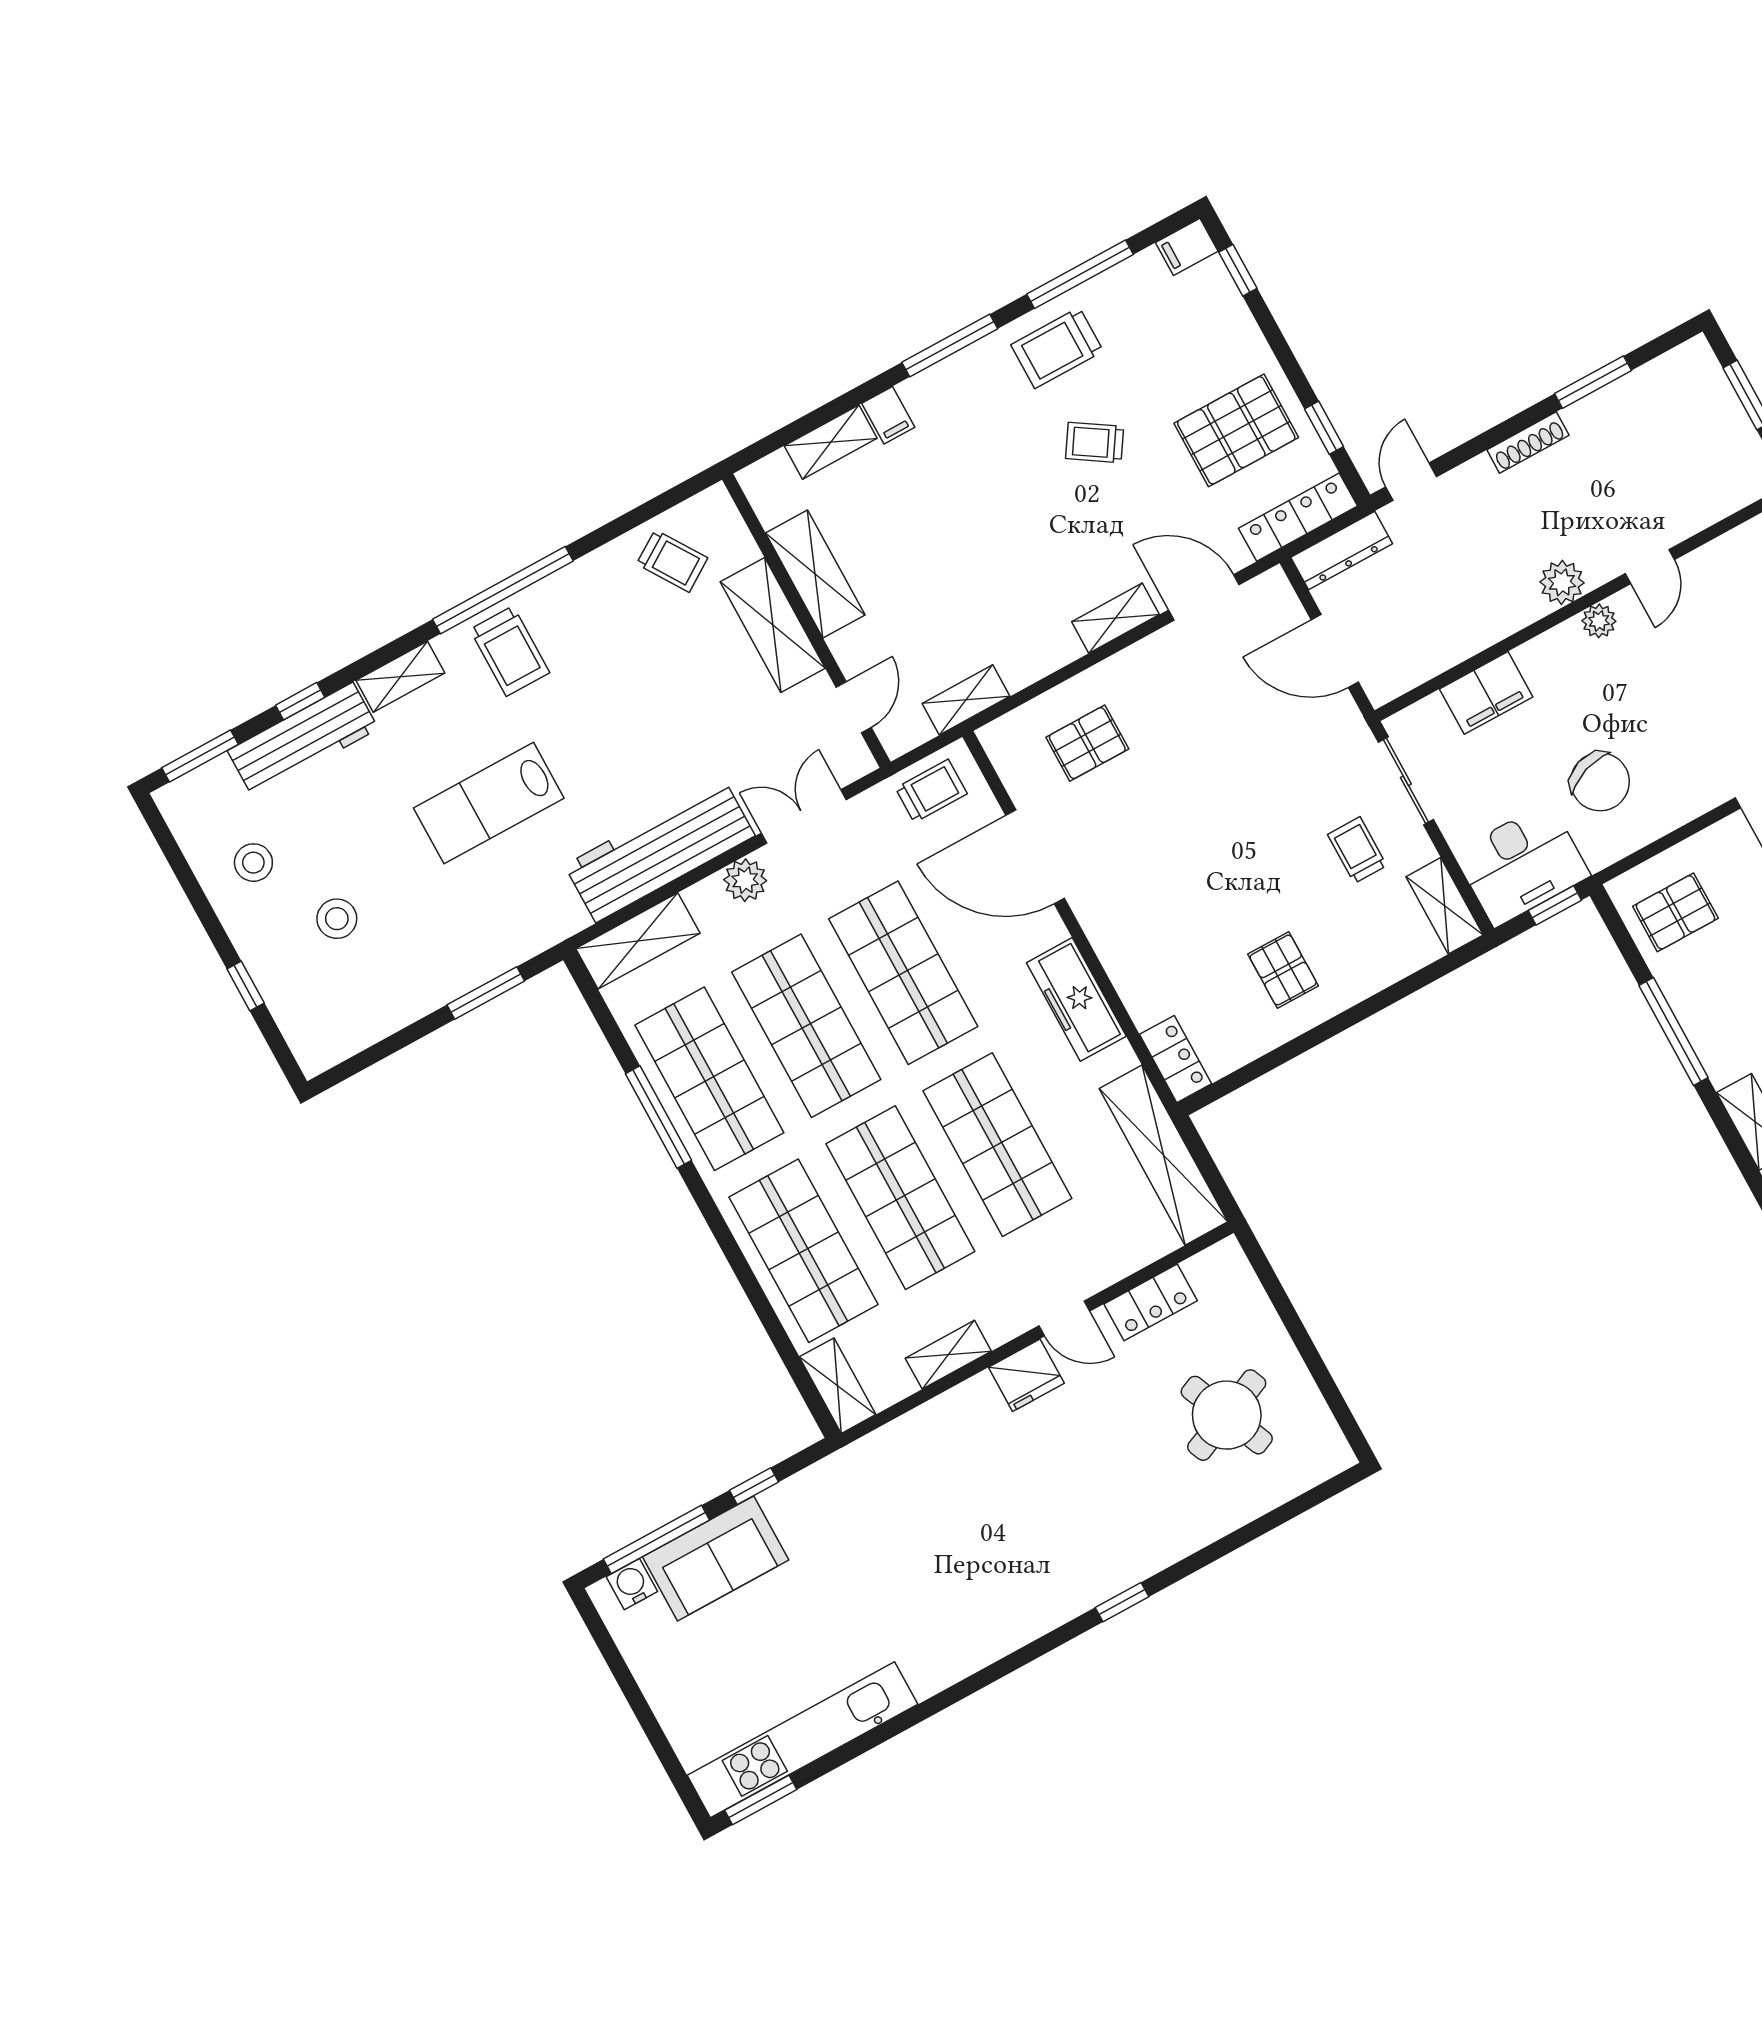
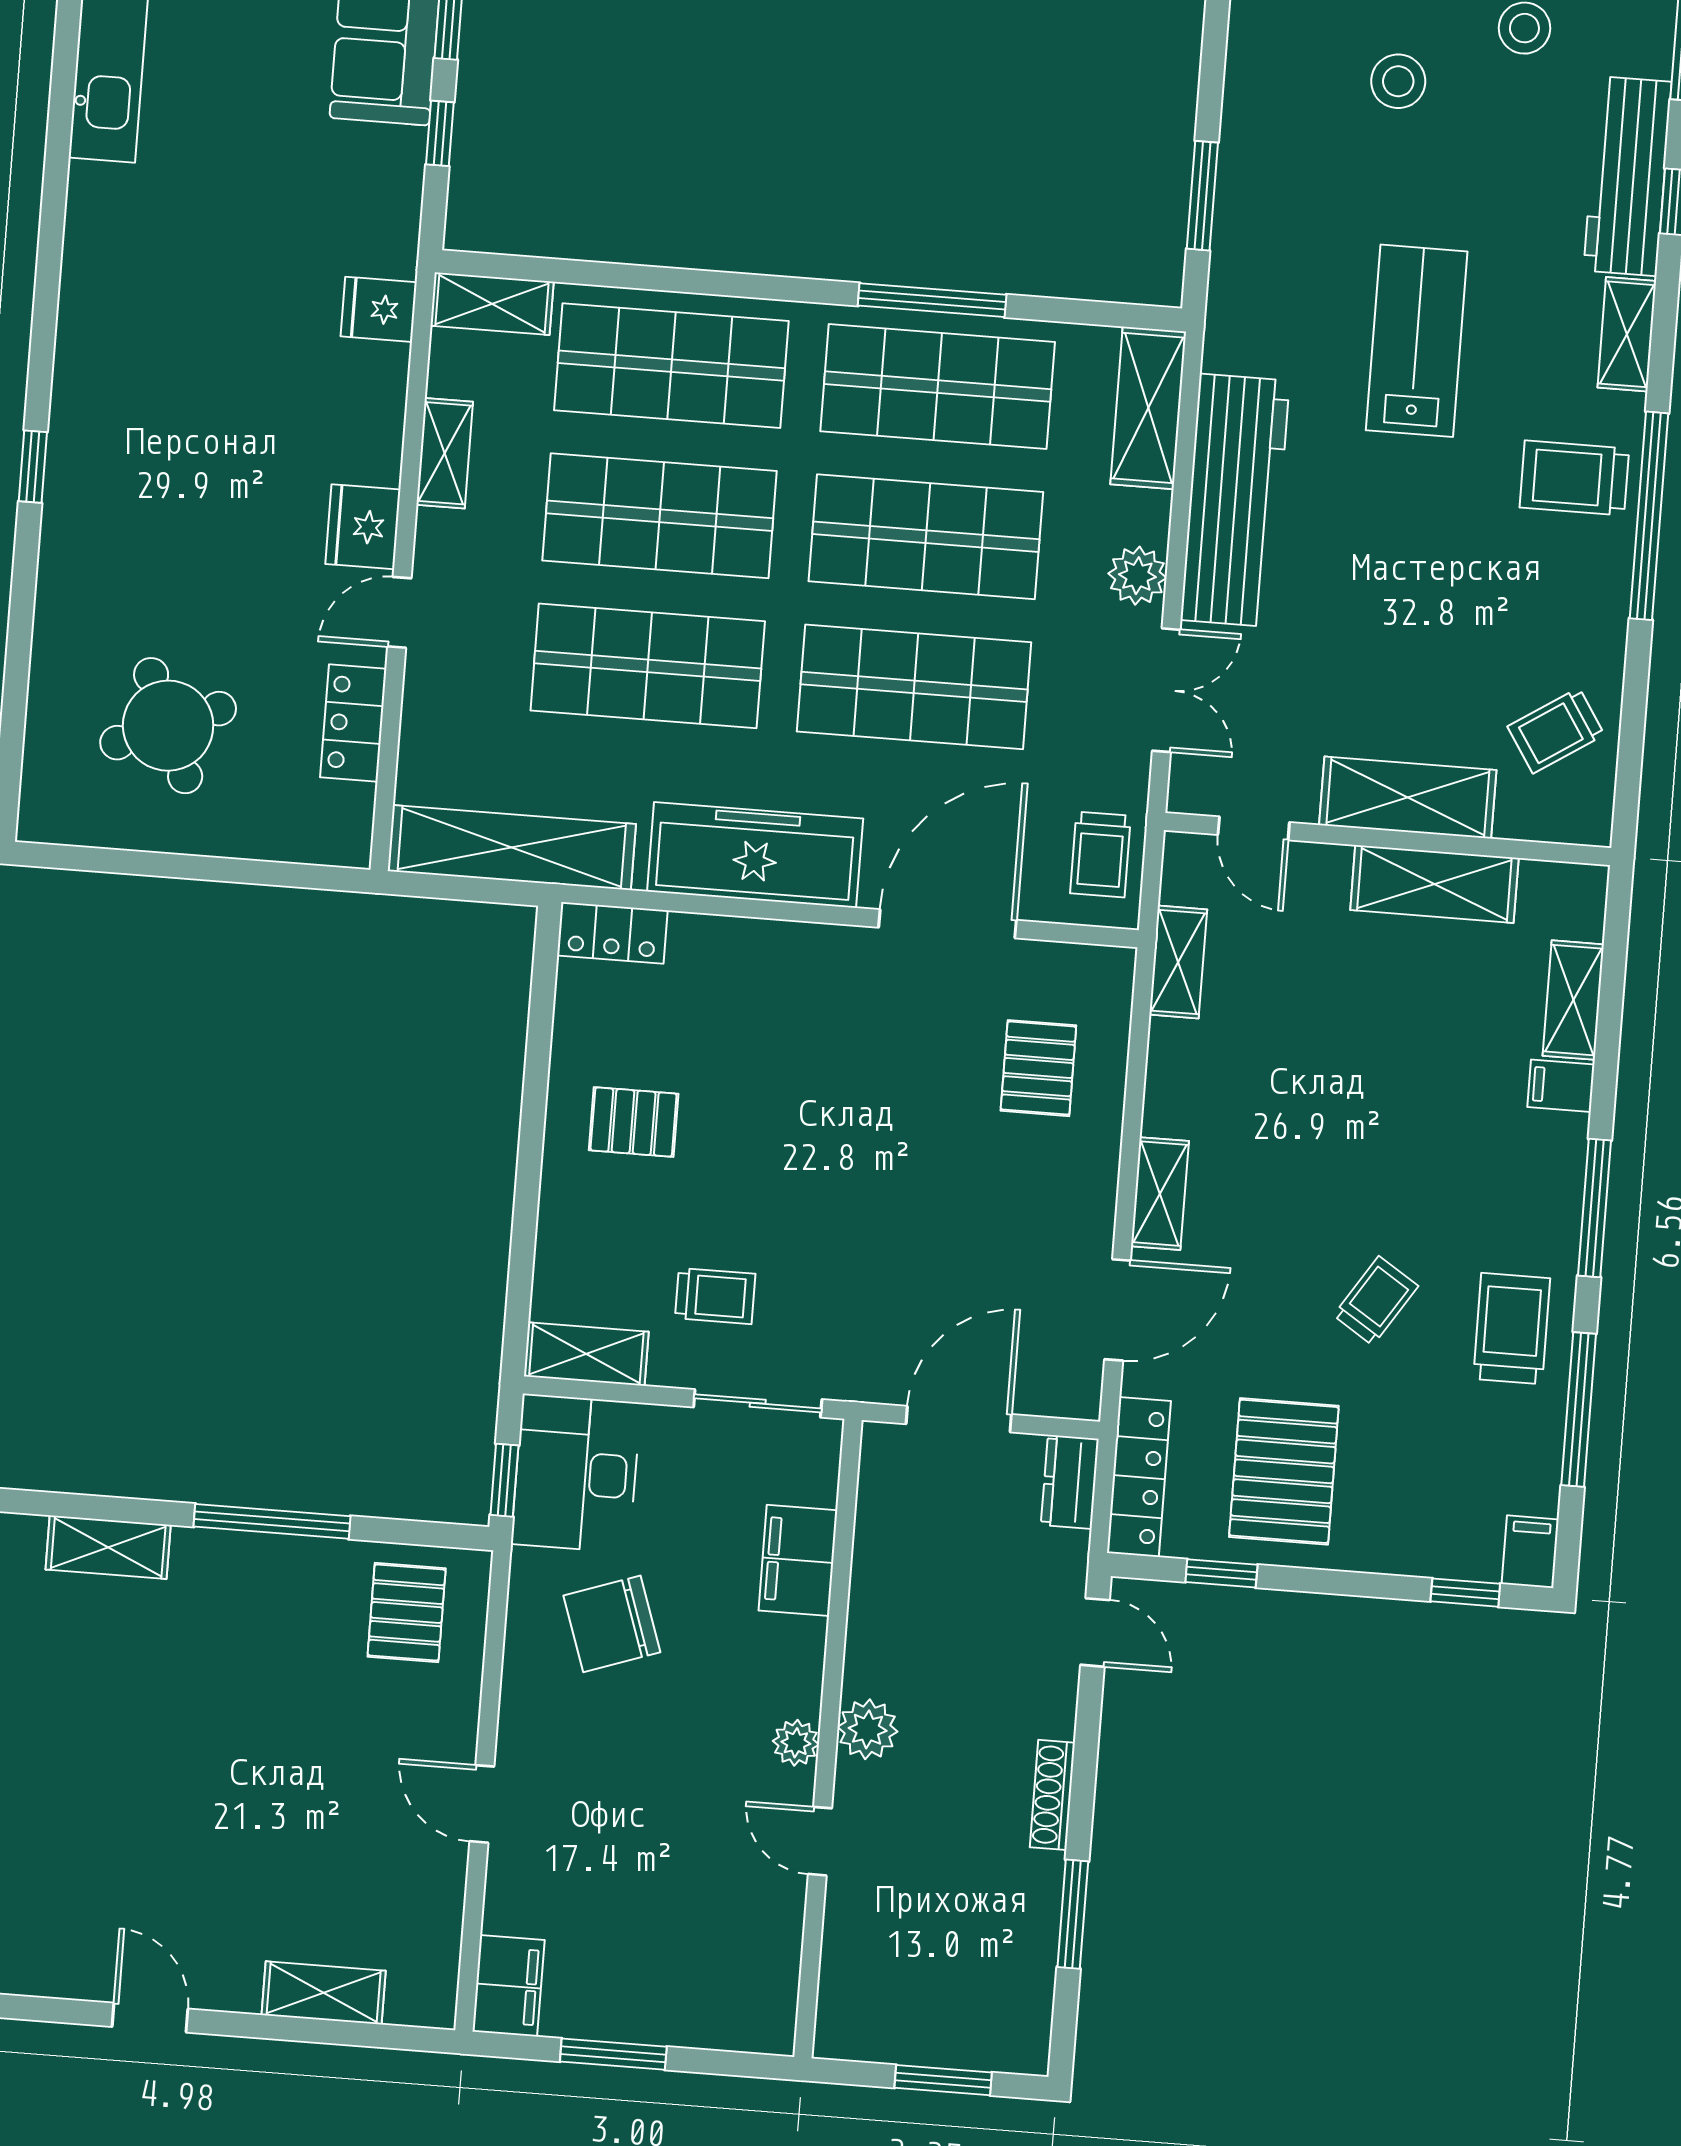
dresser: (1342, 551) -> (1070, 1482), width x0.70
freezer: (1076, 999) -> (755, 855), width x1.36, depth x1.26
fridge: (886, 1453) -> (379, 309), added

